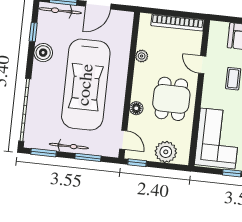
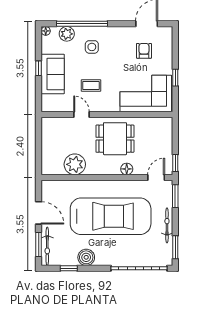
bookcase: (178, 23) -> (46, 141), removed
plant: (142, 56) -> (75, 164), width x1.88, depth x1.88
door: (202, 65) -> (82, 114), swing flipped
plant: (166, 152) -> (163, 138), removed
window: (88, 157) -> (175, 196), moved

